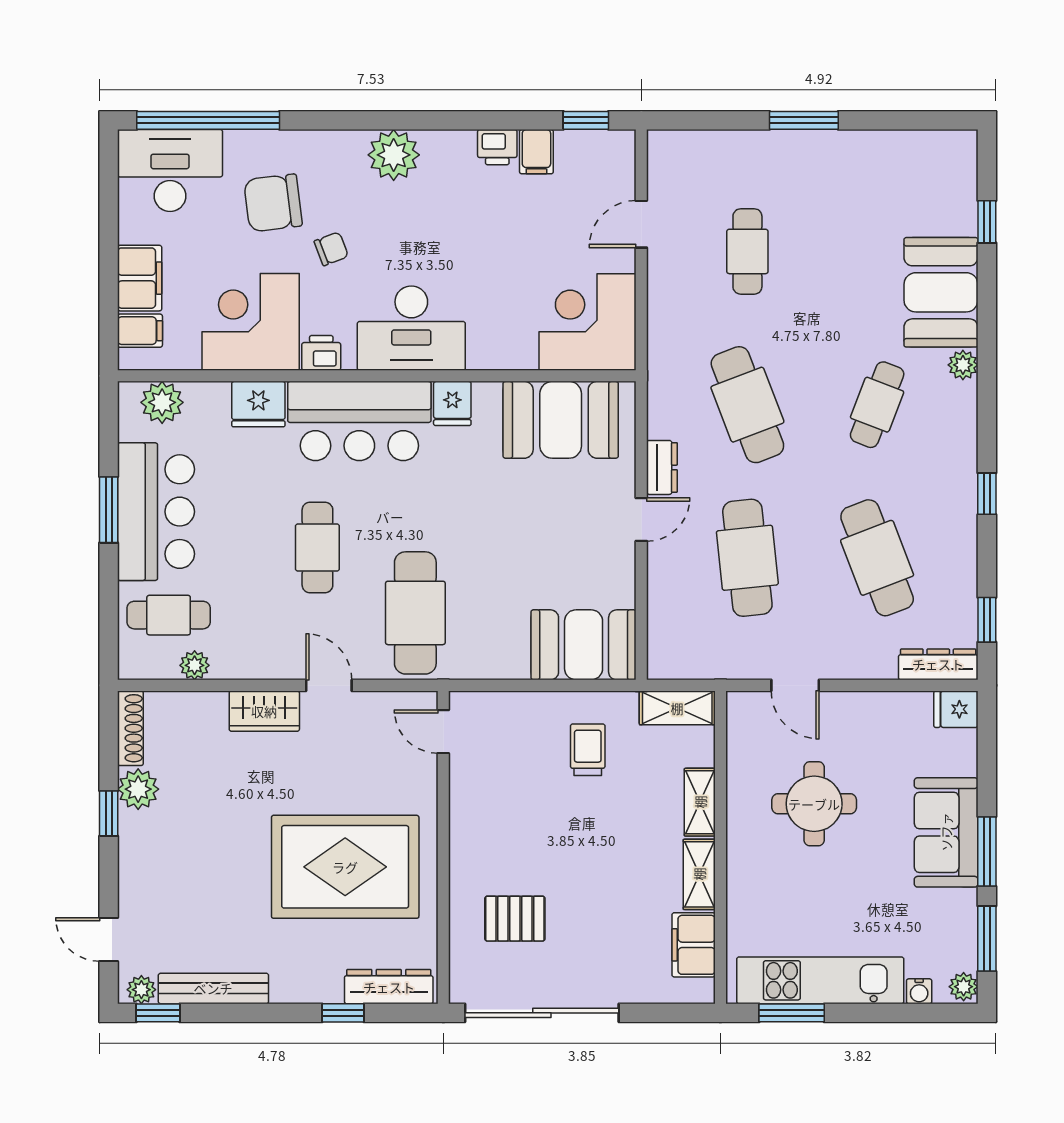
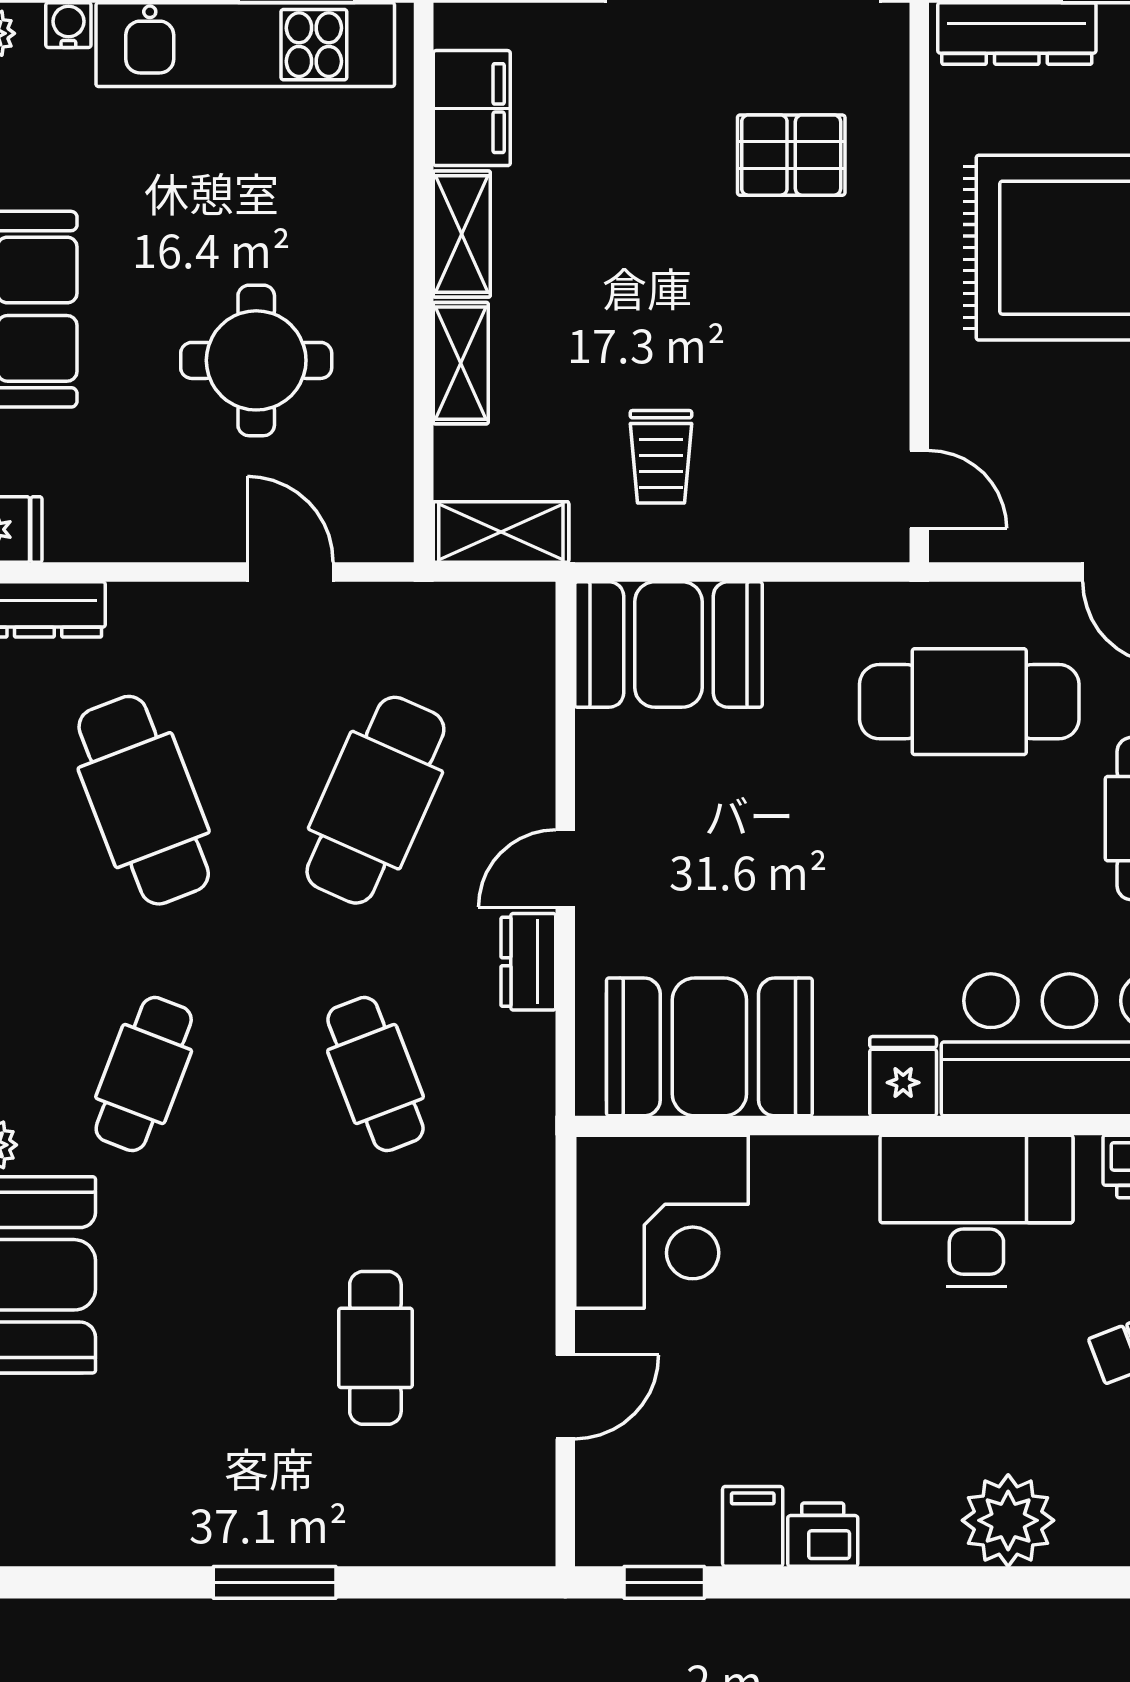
cafe table: (747, 405) -> (375, 1074), width x0.73, depth x0.74
cafe table: (747, 558) -> (375, 800), turned 30
cafe table: (415, 613) -> (969, 702), turned 90

